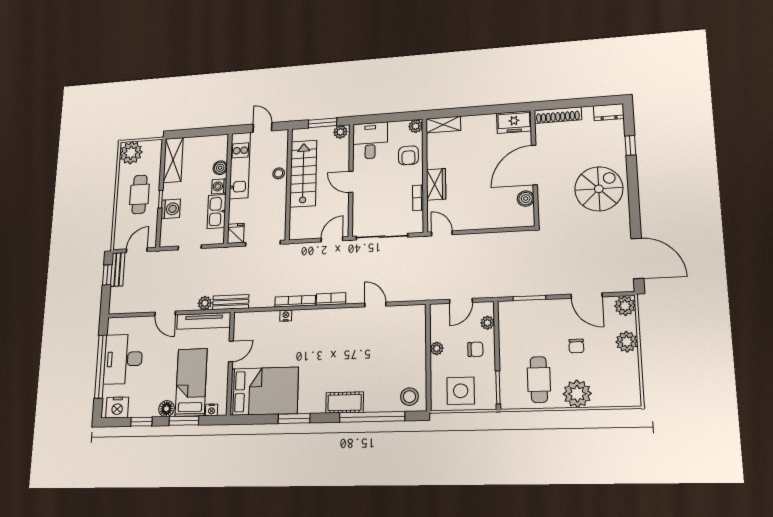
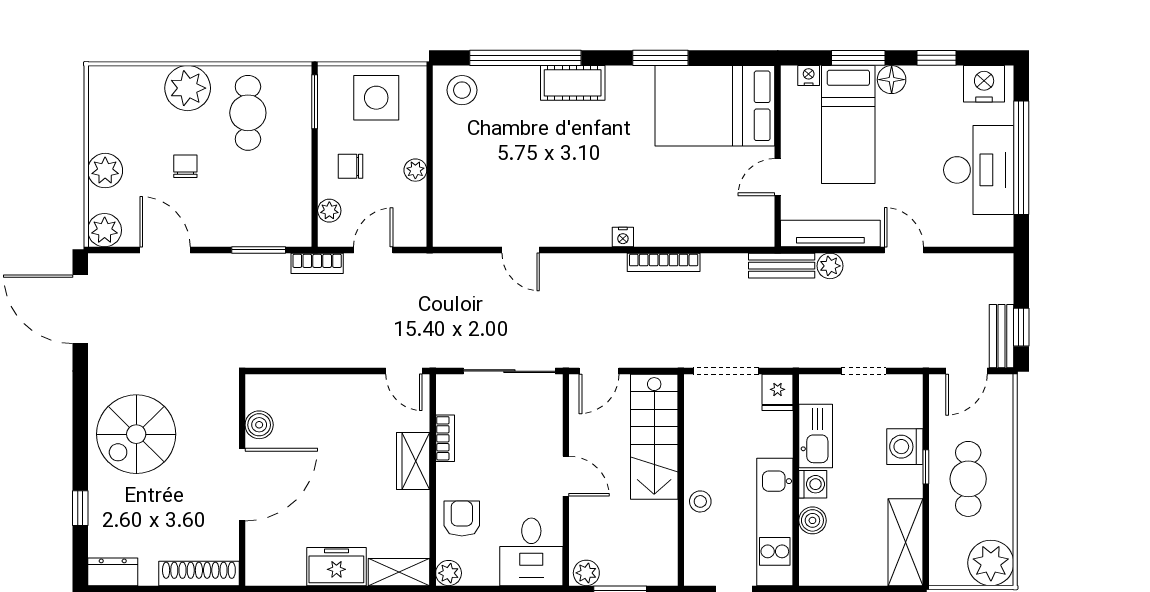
freezer: (514, 122) -> (336, 567), moved
stairs: (303, 174) -> (654, 437), moved
bookcase: (331, 299) -> (317, 263), moved
nightstand: (286, 316) -> (623, 237), moved

